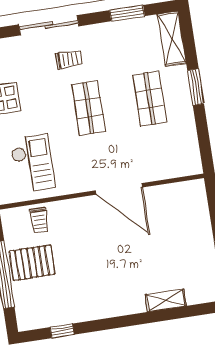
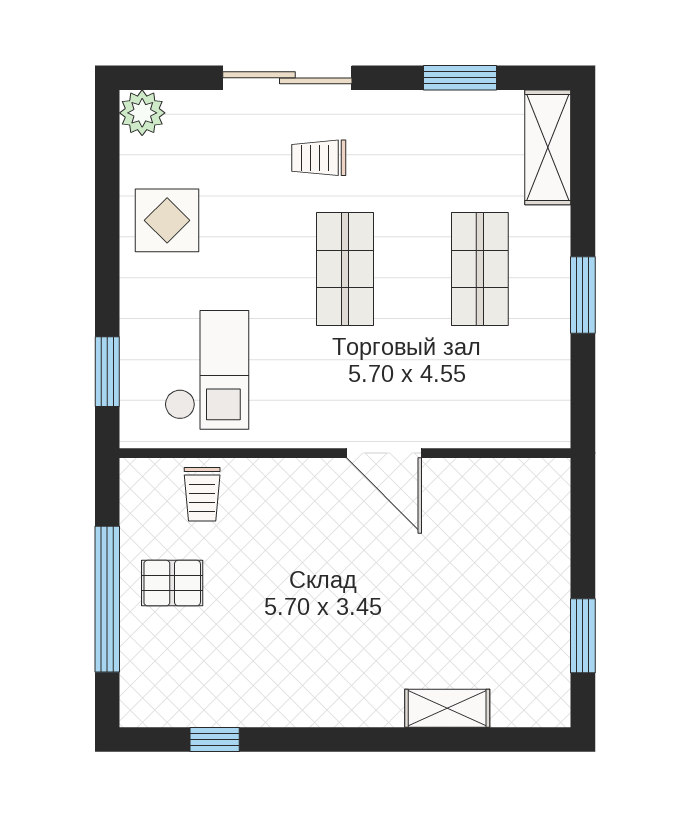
trolley: (69, 59) -> (319, 158), turned 180
window: (196, 87) -> (583, 295), moved
door: (119, 189) -> (384, 453), width x0.73
pallet: (32, 263) -> (172, 583), width x0.67, depth x0.71

